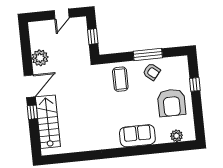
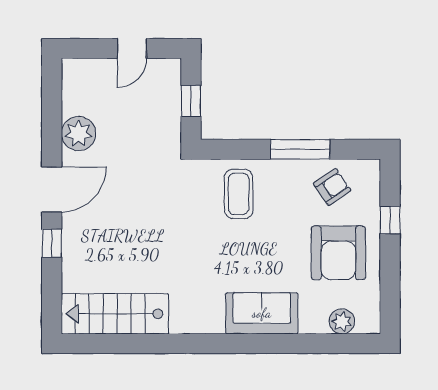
armchair: (152, 72) -> (332, 187), moved, turned -74
stairs: (48, 122) -> (115, 314), moved, turned -90

